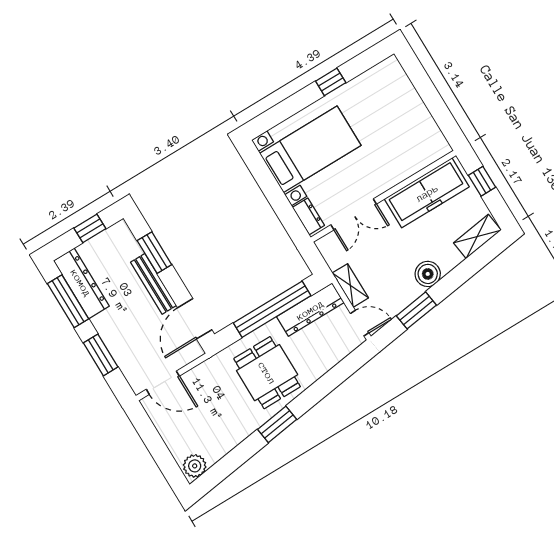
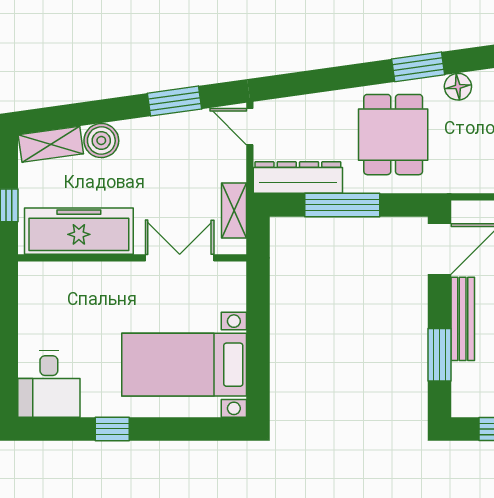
desk: (388, 86) -> (49, 384), added
dresser: (308, 216) -> (234, 288), removed
boiler: (428, 274) -> (101, 140), moved
shelving: (350, 285) -> (234, 210), moved
window: (272, 309) -> (342, 205), width x0.68
floor lamp: (245, 427) -> (458, 87), added

